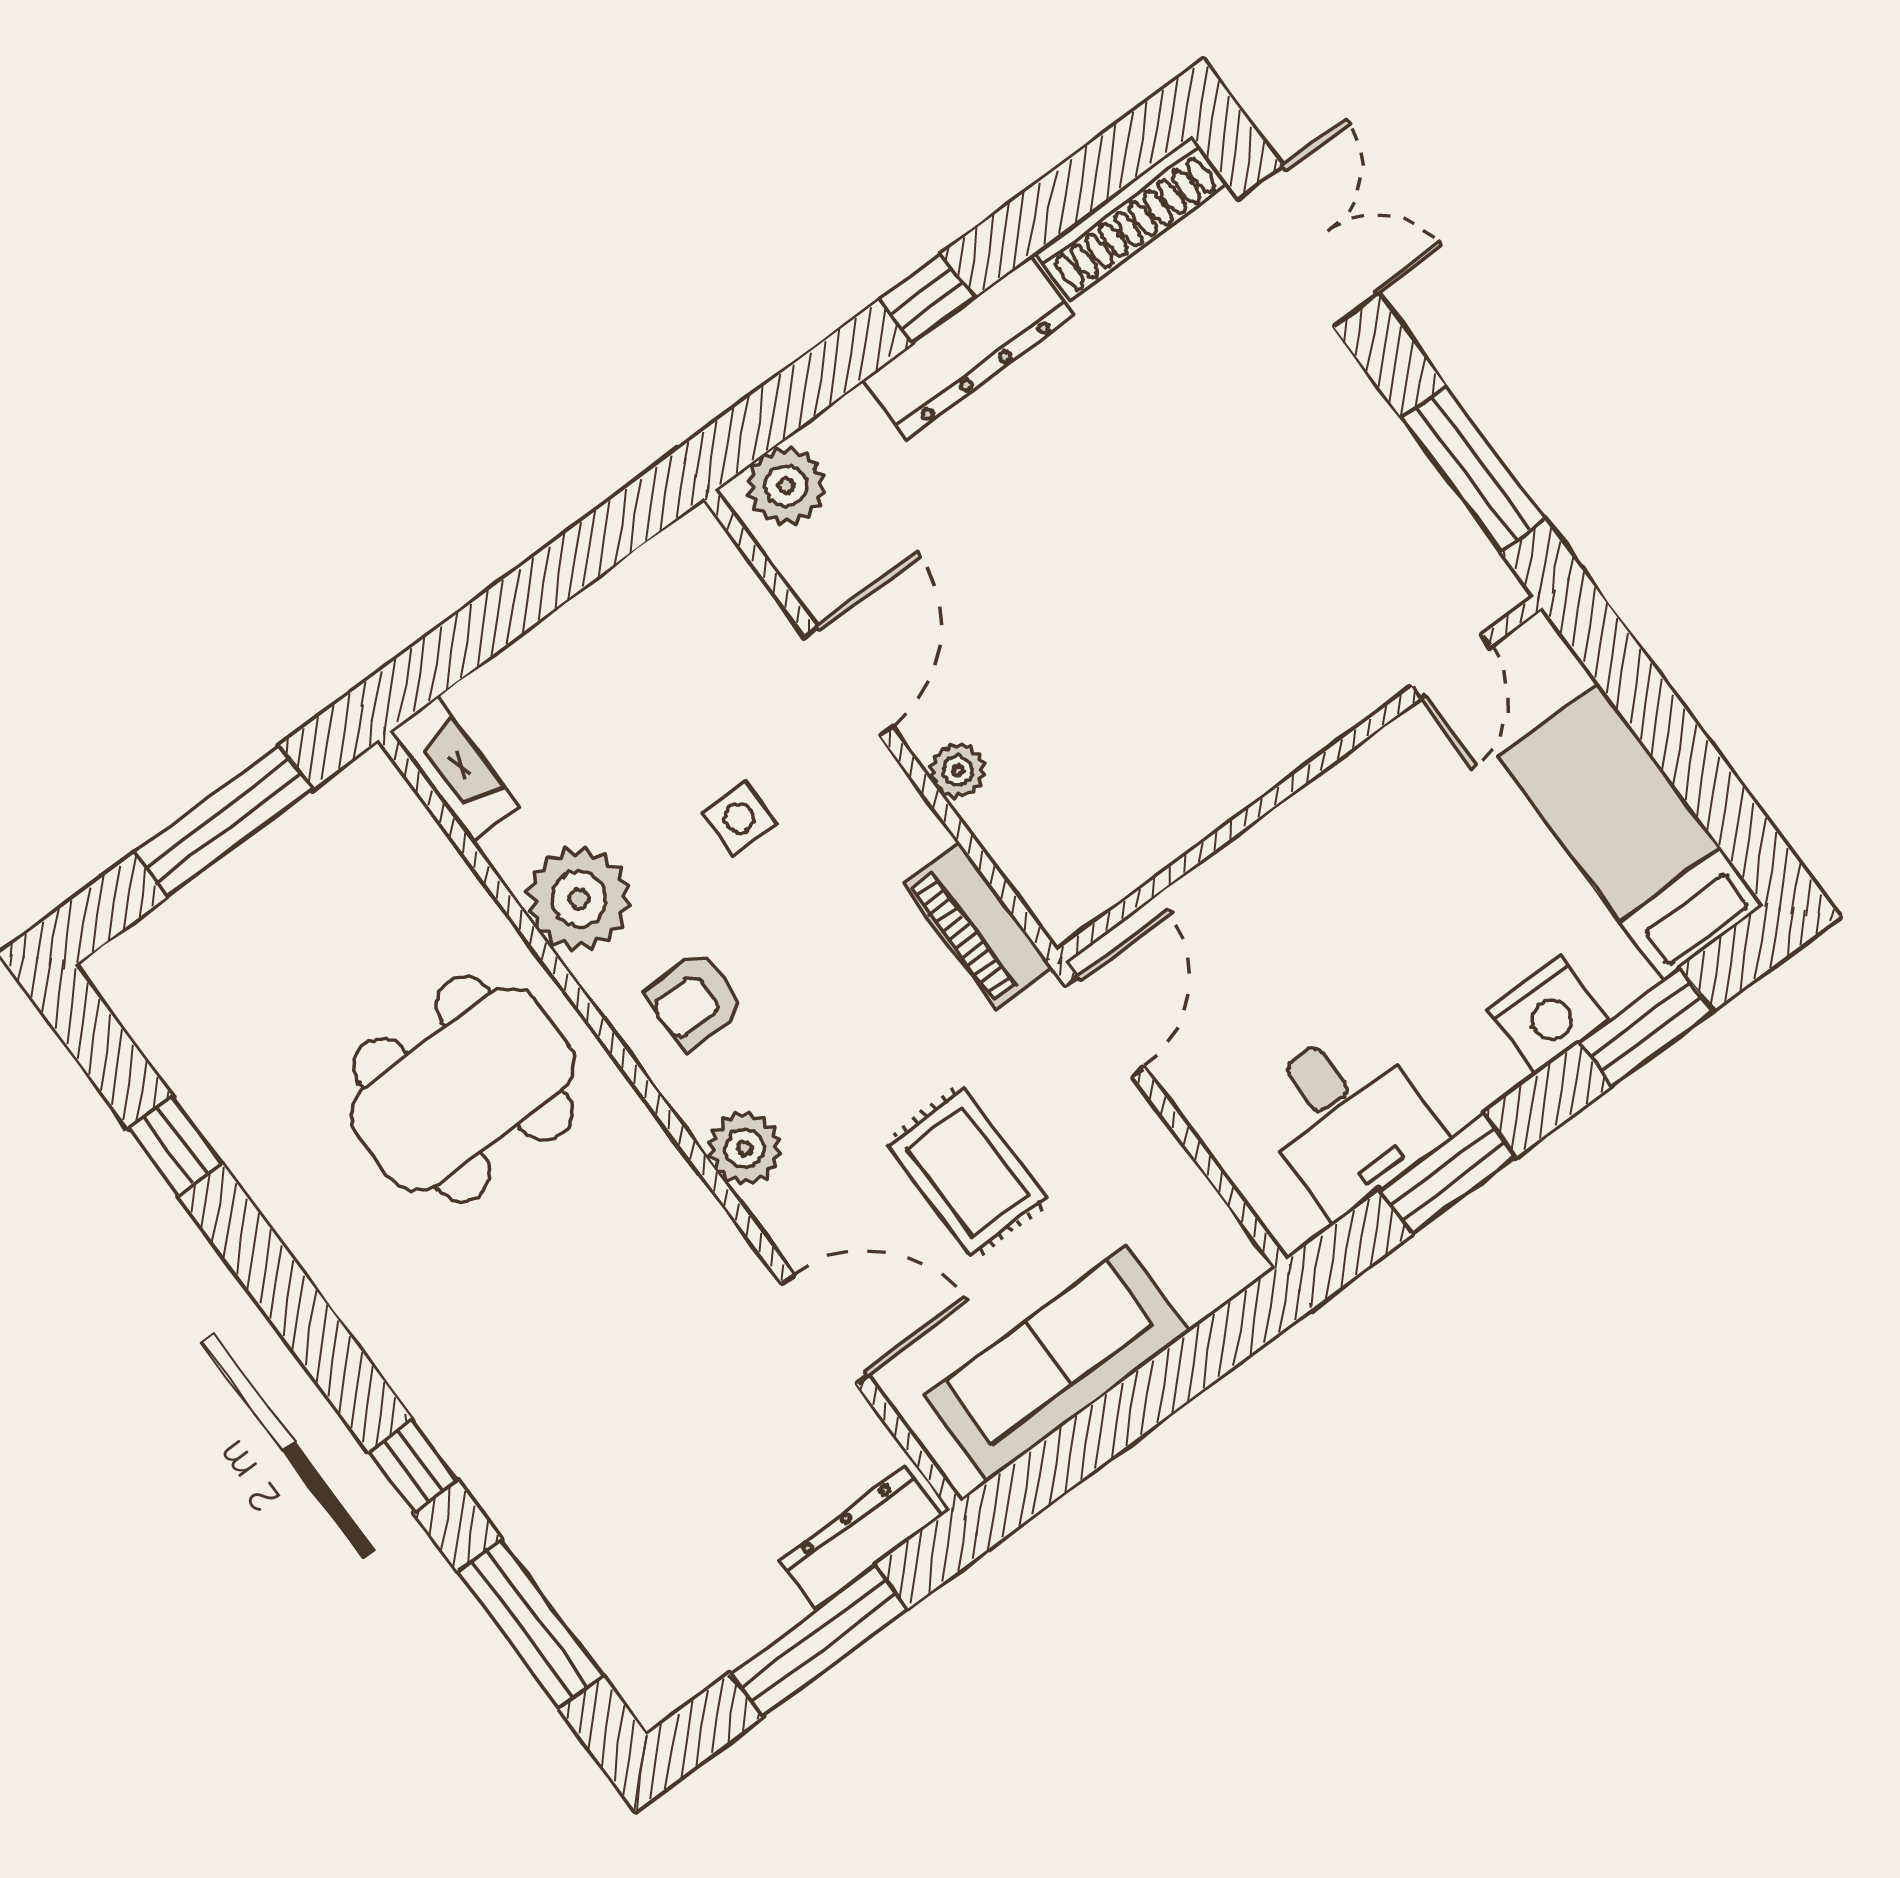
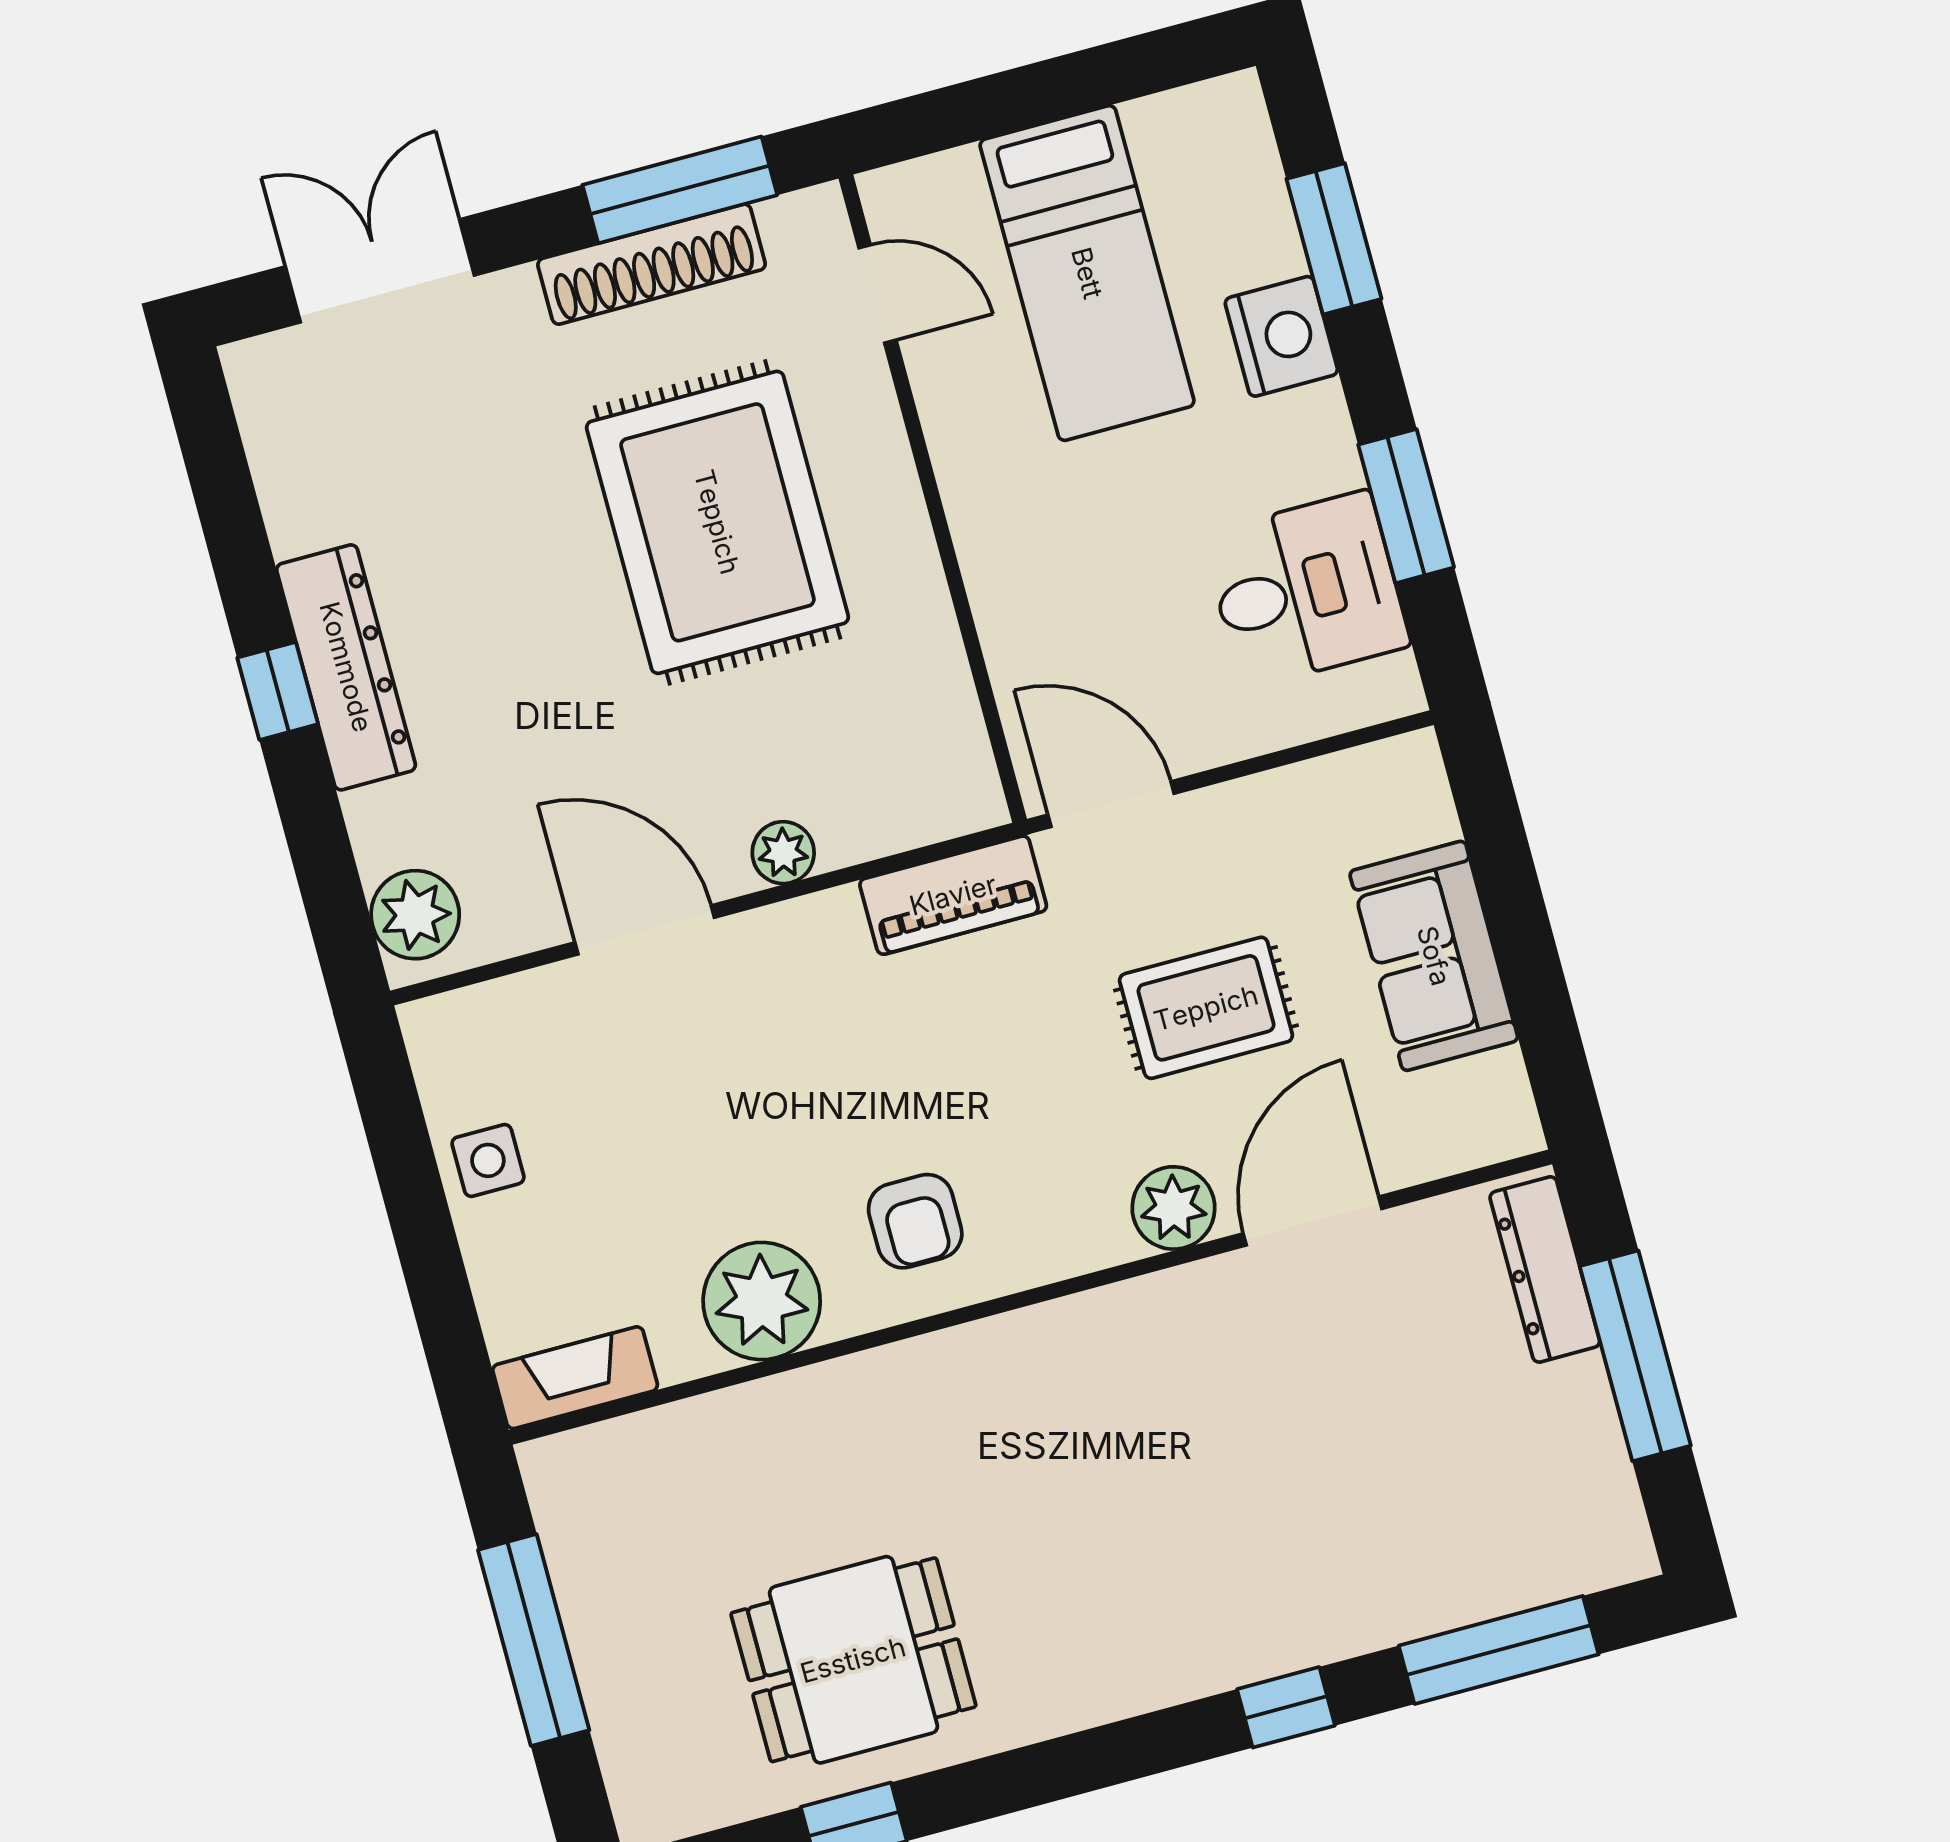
shoe rack: (1131, 218) -> (652, 264), moved, turned 90
rug: (1210, 608) -> (717, 522), added
side table: (739, 818) -> (488, 1160), moved
bed: (1631, 831) -> (1087, 273), moved, turned -90
dining table: (463, 1089) -> (853, 1660), moved, width x0.73
plant: (745, 1148) -> (1174, 1208), moved
sofa: (1058, 1363) -> (1434, 956), width x0.73

